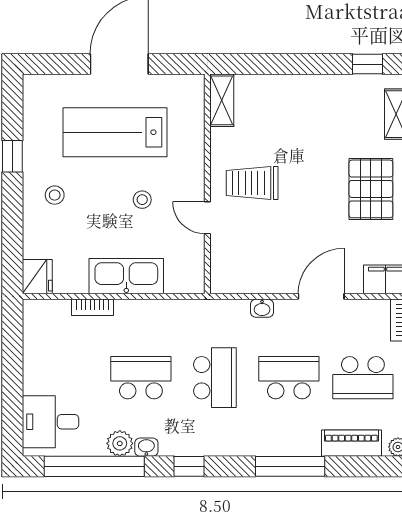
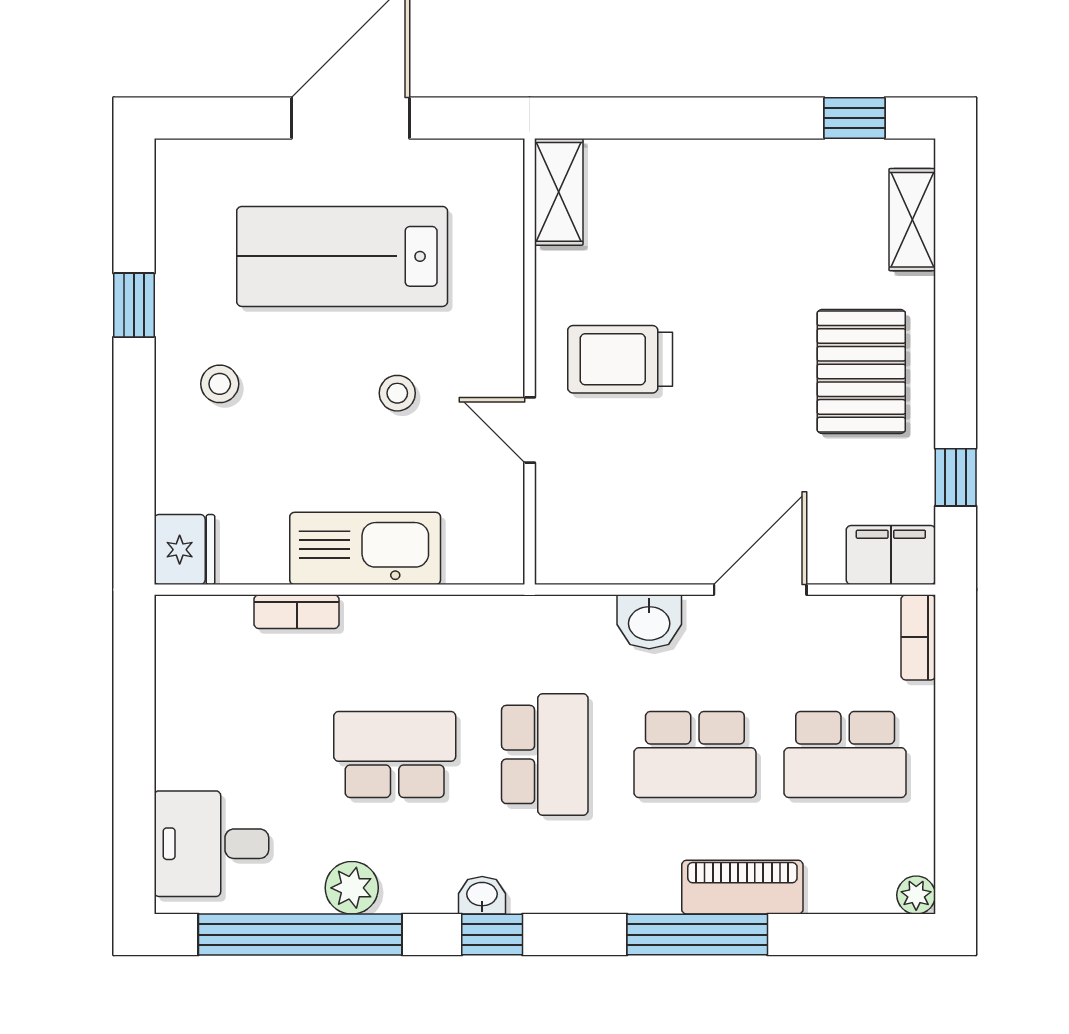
washbasin: (262, 308) -> (649, 622), width x1.38, depth x1.45
school desk: (289, 378) -> (695, 754), turned 180
piano: (351, 443) -> (742, 887), moved
washbasin: (146, 447) -> (482, 895), moved

